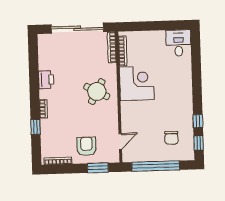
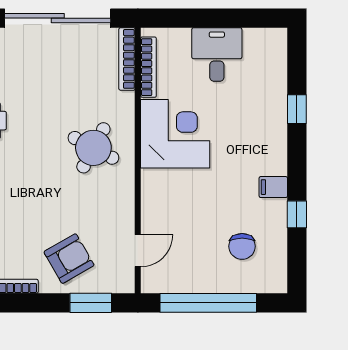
desk: (179, 43) -> (217, 54), moved
filing cabinet: (186, 108) -> (273, 187), added
window: (199, 143) -> (297, 109), moved
armchair: (86, 146) -> (69, 259), turned 60

